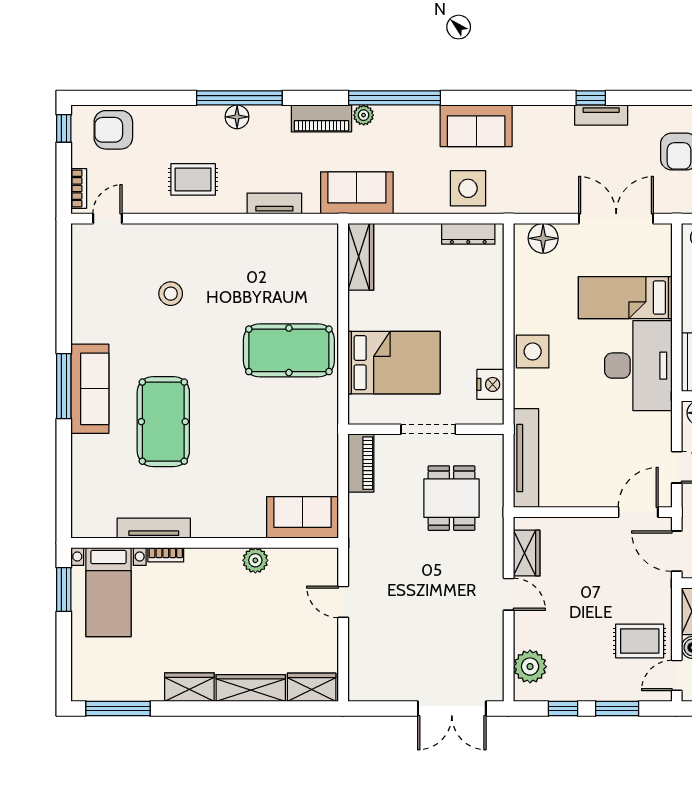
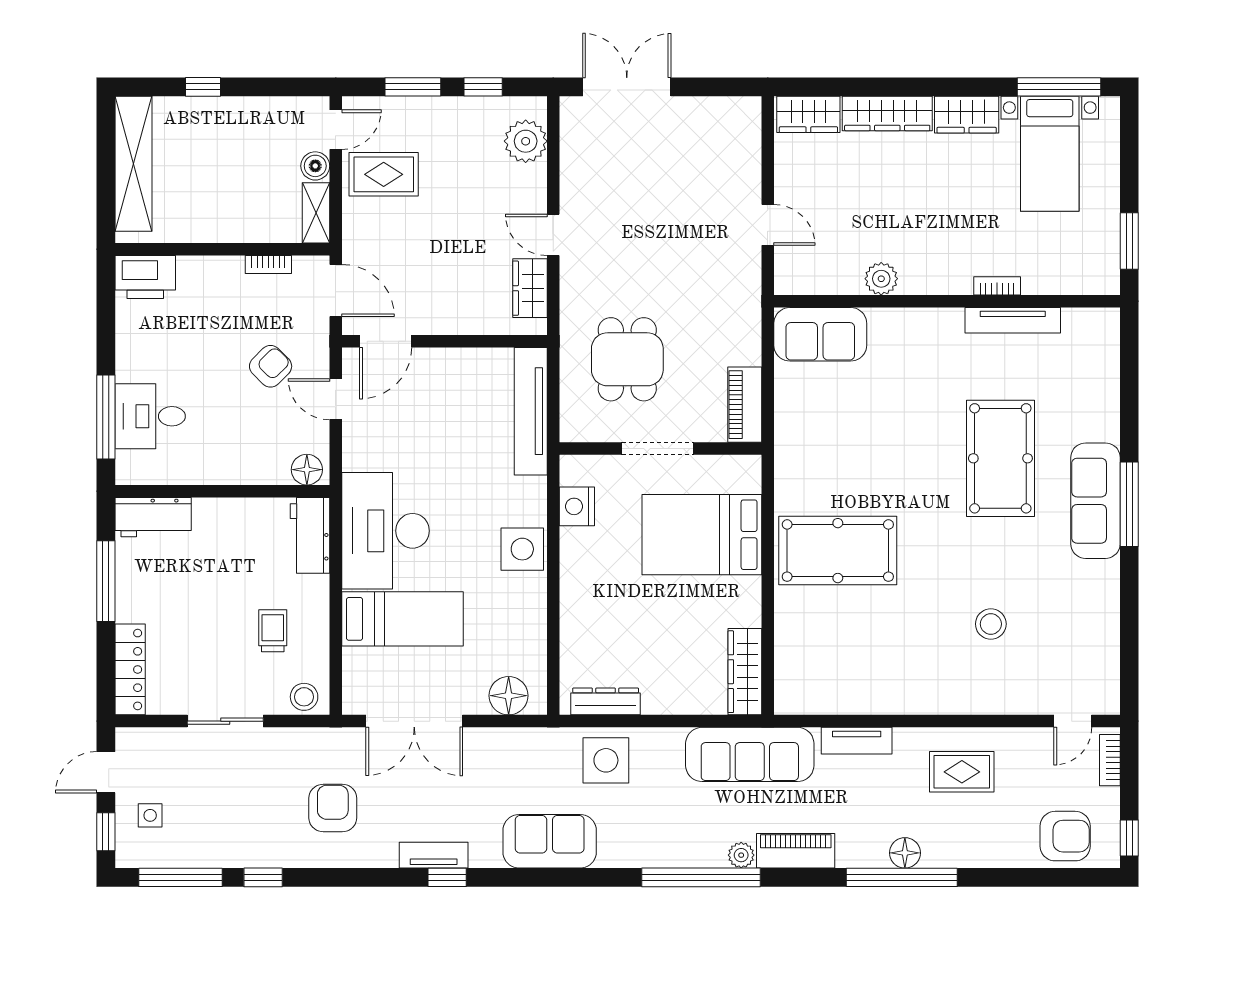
sofa: (476, 126) -> (550, 841), moved
sofa: (357, 193) -> (750, 754), width x1.36
bed with nightstands: (108, 592) -> (1050, 154), moved, turned 180

